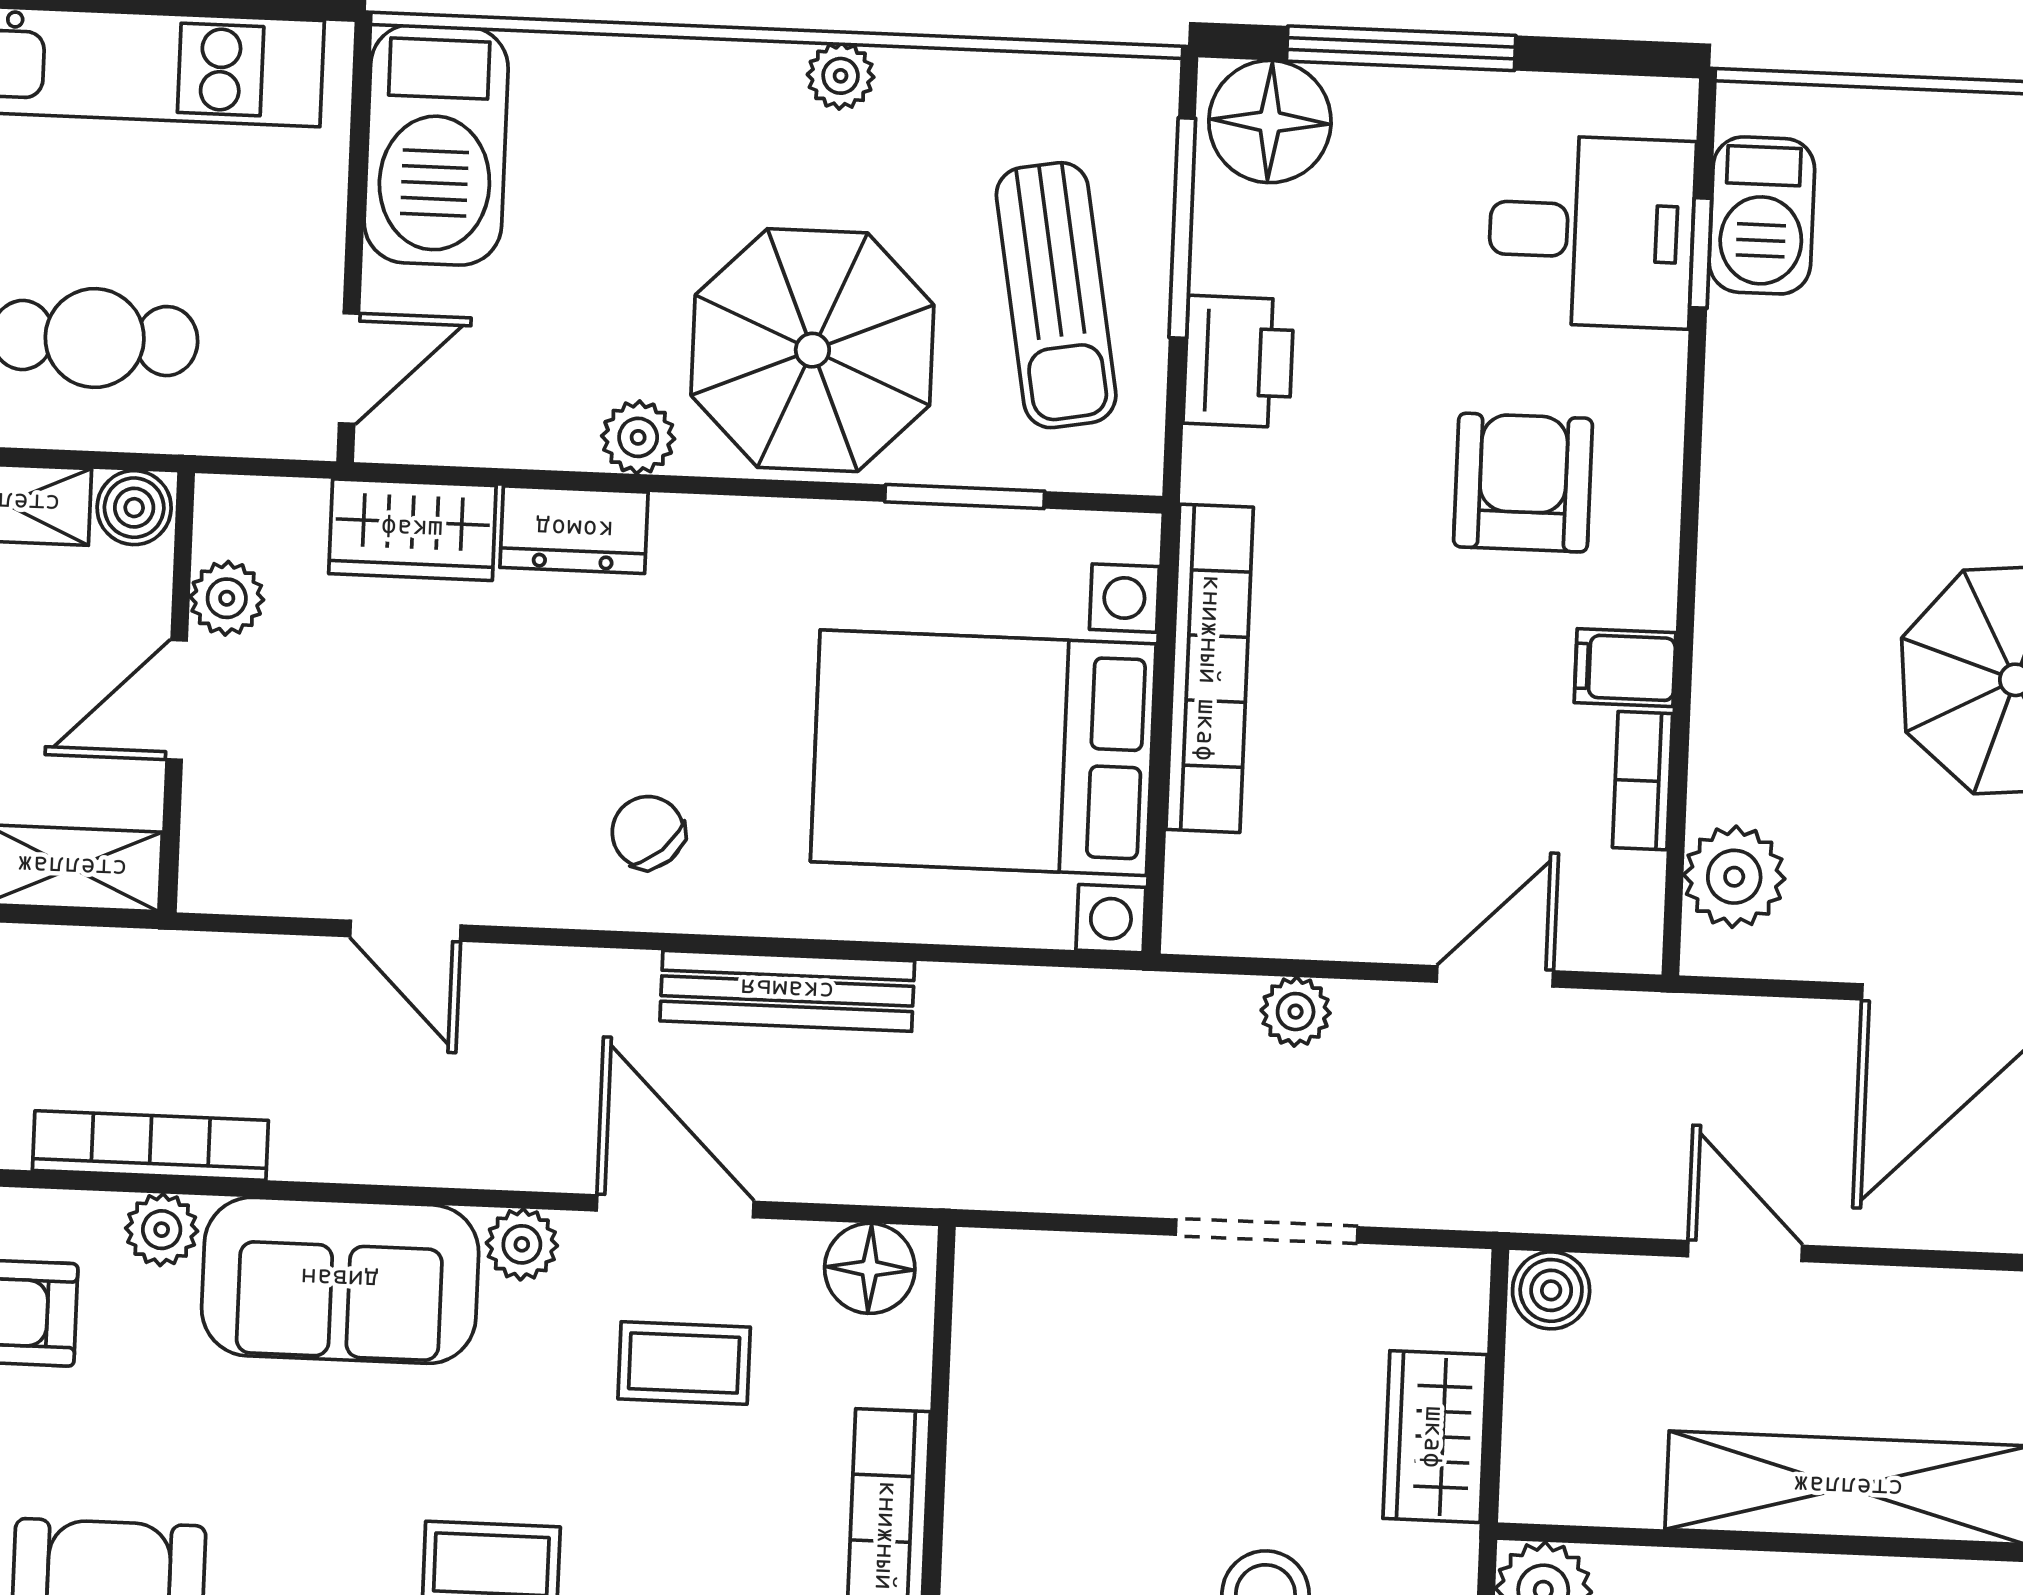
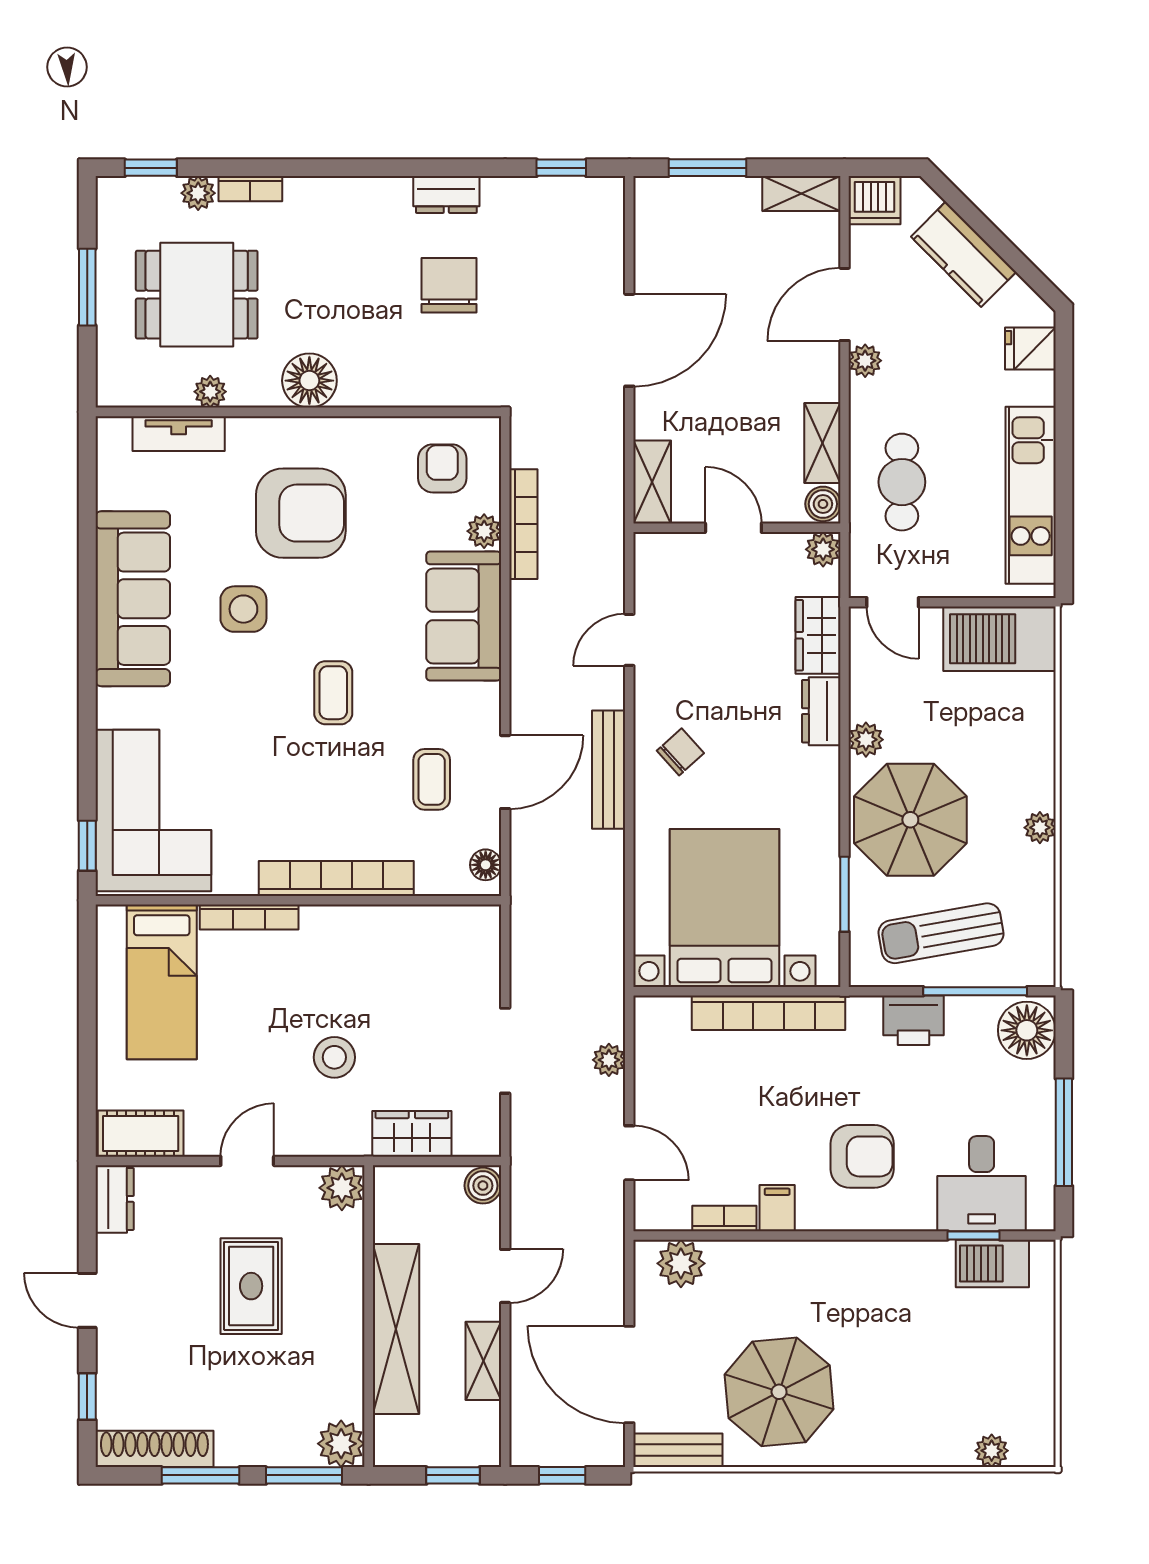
window: (1401, 48) -> (1064, 1132), moved
plant: (227, 598) -> (823, 549), moved
bench: (787, 991) -> (609, 770), moved
plant: (522, 1244) -> (484, 701), removed
floor lamp: (870, 1268) -> (486, 865), width x0.73, depth x0.73
shelving: (1923, 1305) -> (483, 1361), added

